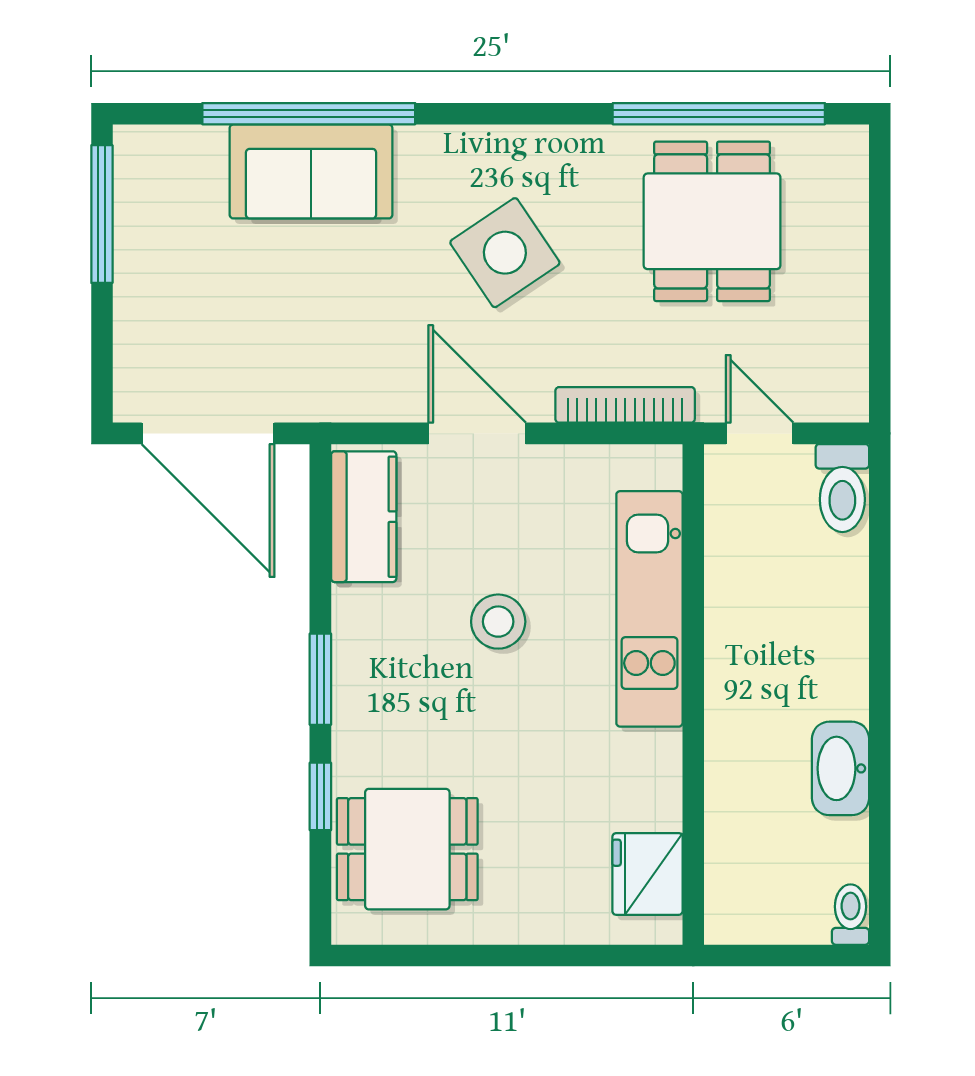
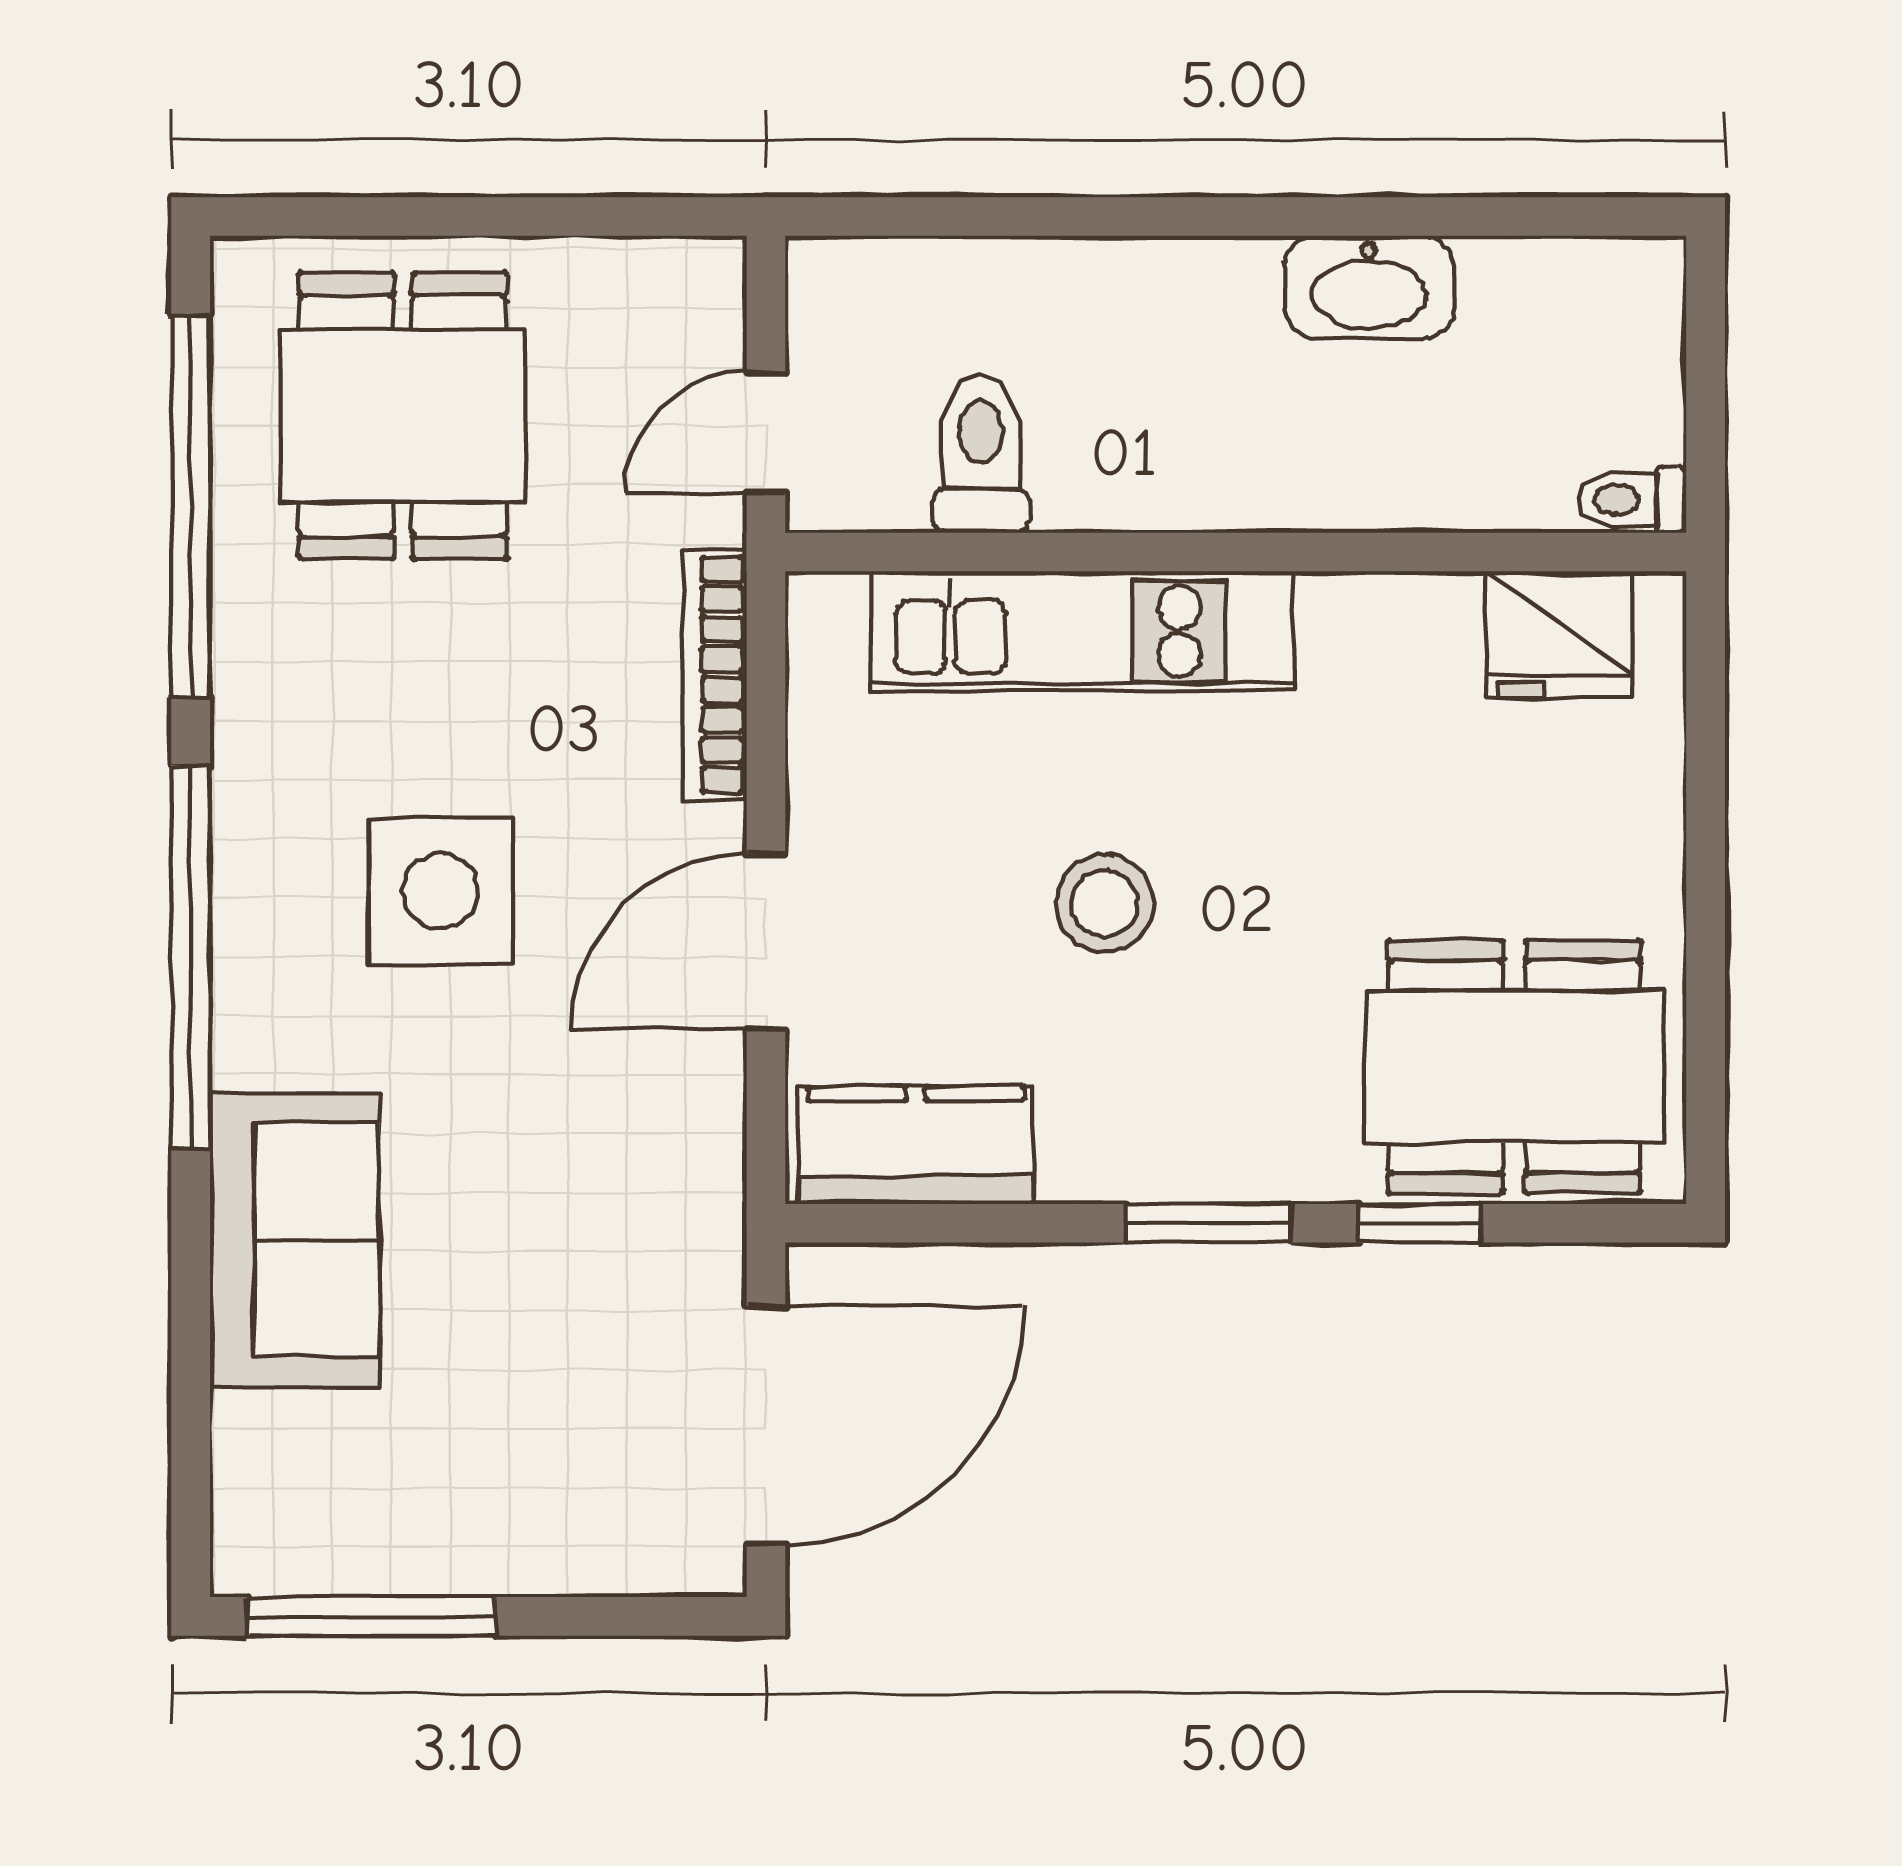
window: (309, 114) -> (191, 957), moved
dining table: (712, 221) -> (403, 416), moved, turned 90
side table: (505, 253) -> (441, 891), turned 34
toilet: (842, 488) -> (981, 454), moved, turned -90
dining table: (407, 849) -> (1514, 1067), width x1.38
toilet: (851, 915) -> (1632, 499), moved

